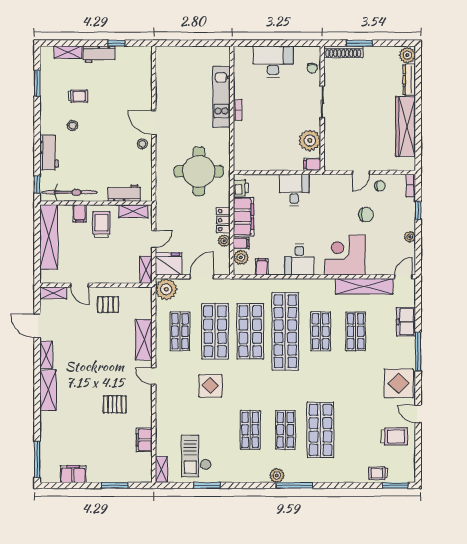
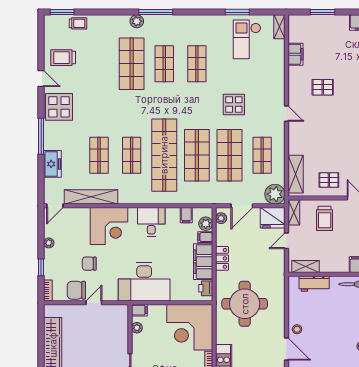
plant: (310, 140) -> (137, 328), width x0.53, depth x0.53
corner desk: (258, 146) -> (190, 327), added
chair: (380, 186) -> (76, 290), width x1.87, depth x1.87
desk: (294, 190) -> (144, 282), width x1.87, depth x1.30
trolley: (101, 225) -> (325, 218), moved
plant: (224, 241) -> (221, 218), moved
shelving: (144, 340) -> (296, 174), moved
checkout: (196, 456) -> (247, 39), turned 180
plant: (277, 475) -> (137, 21), moved

